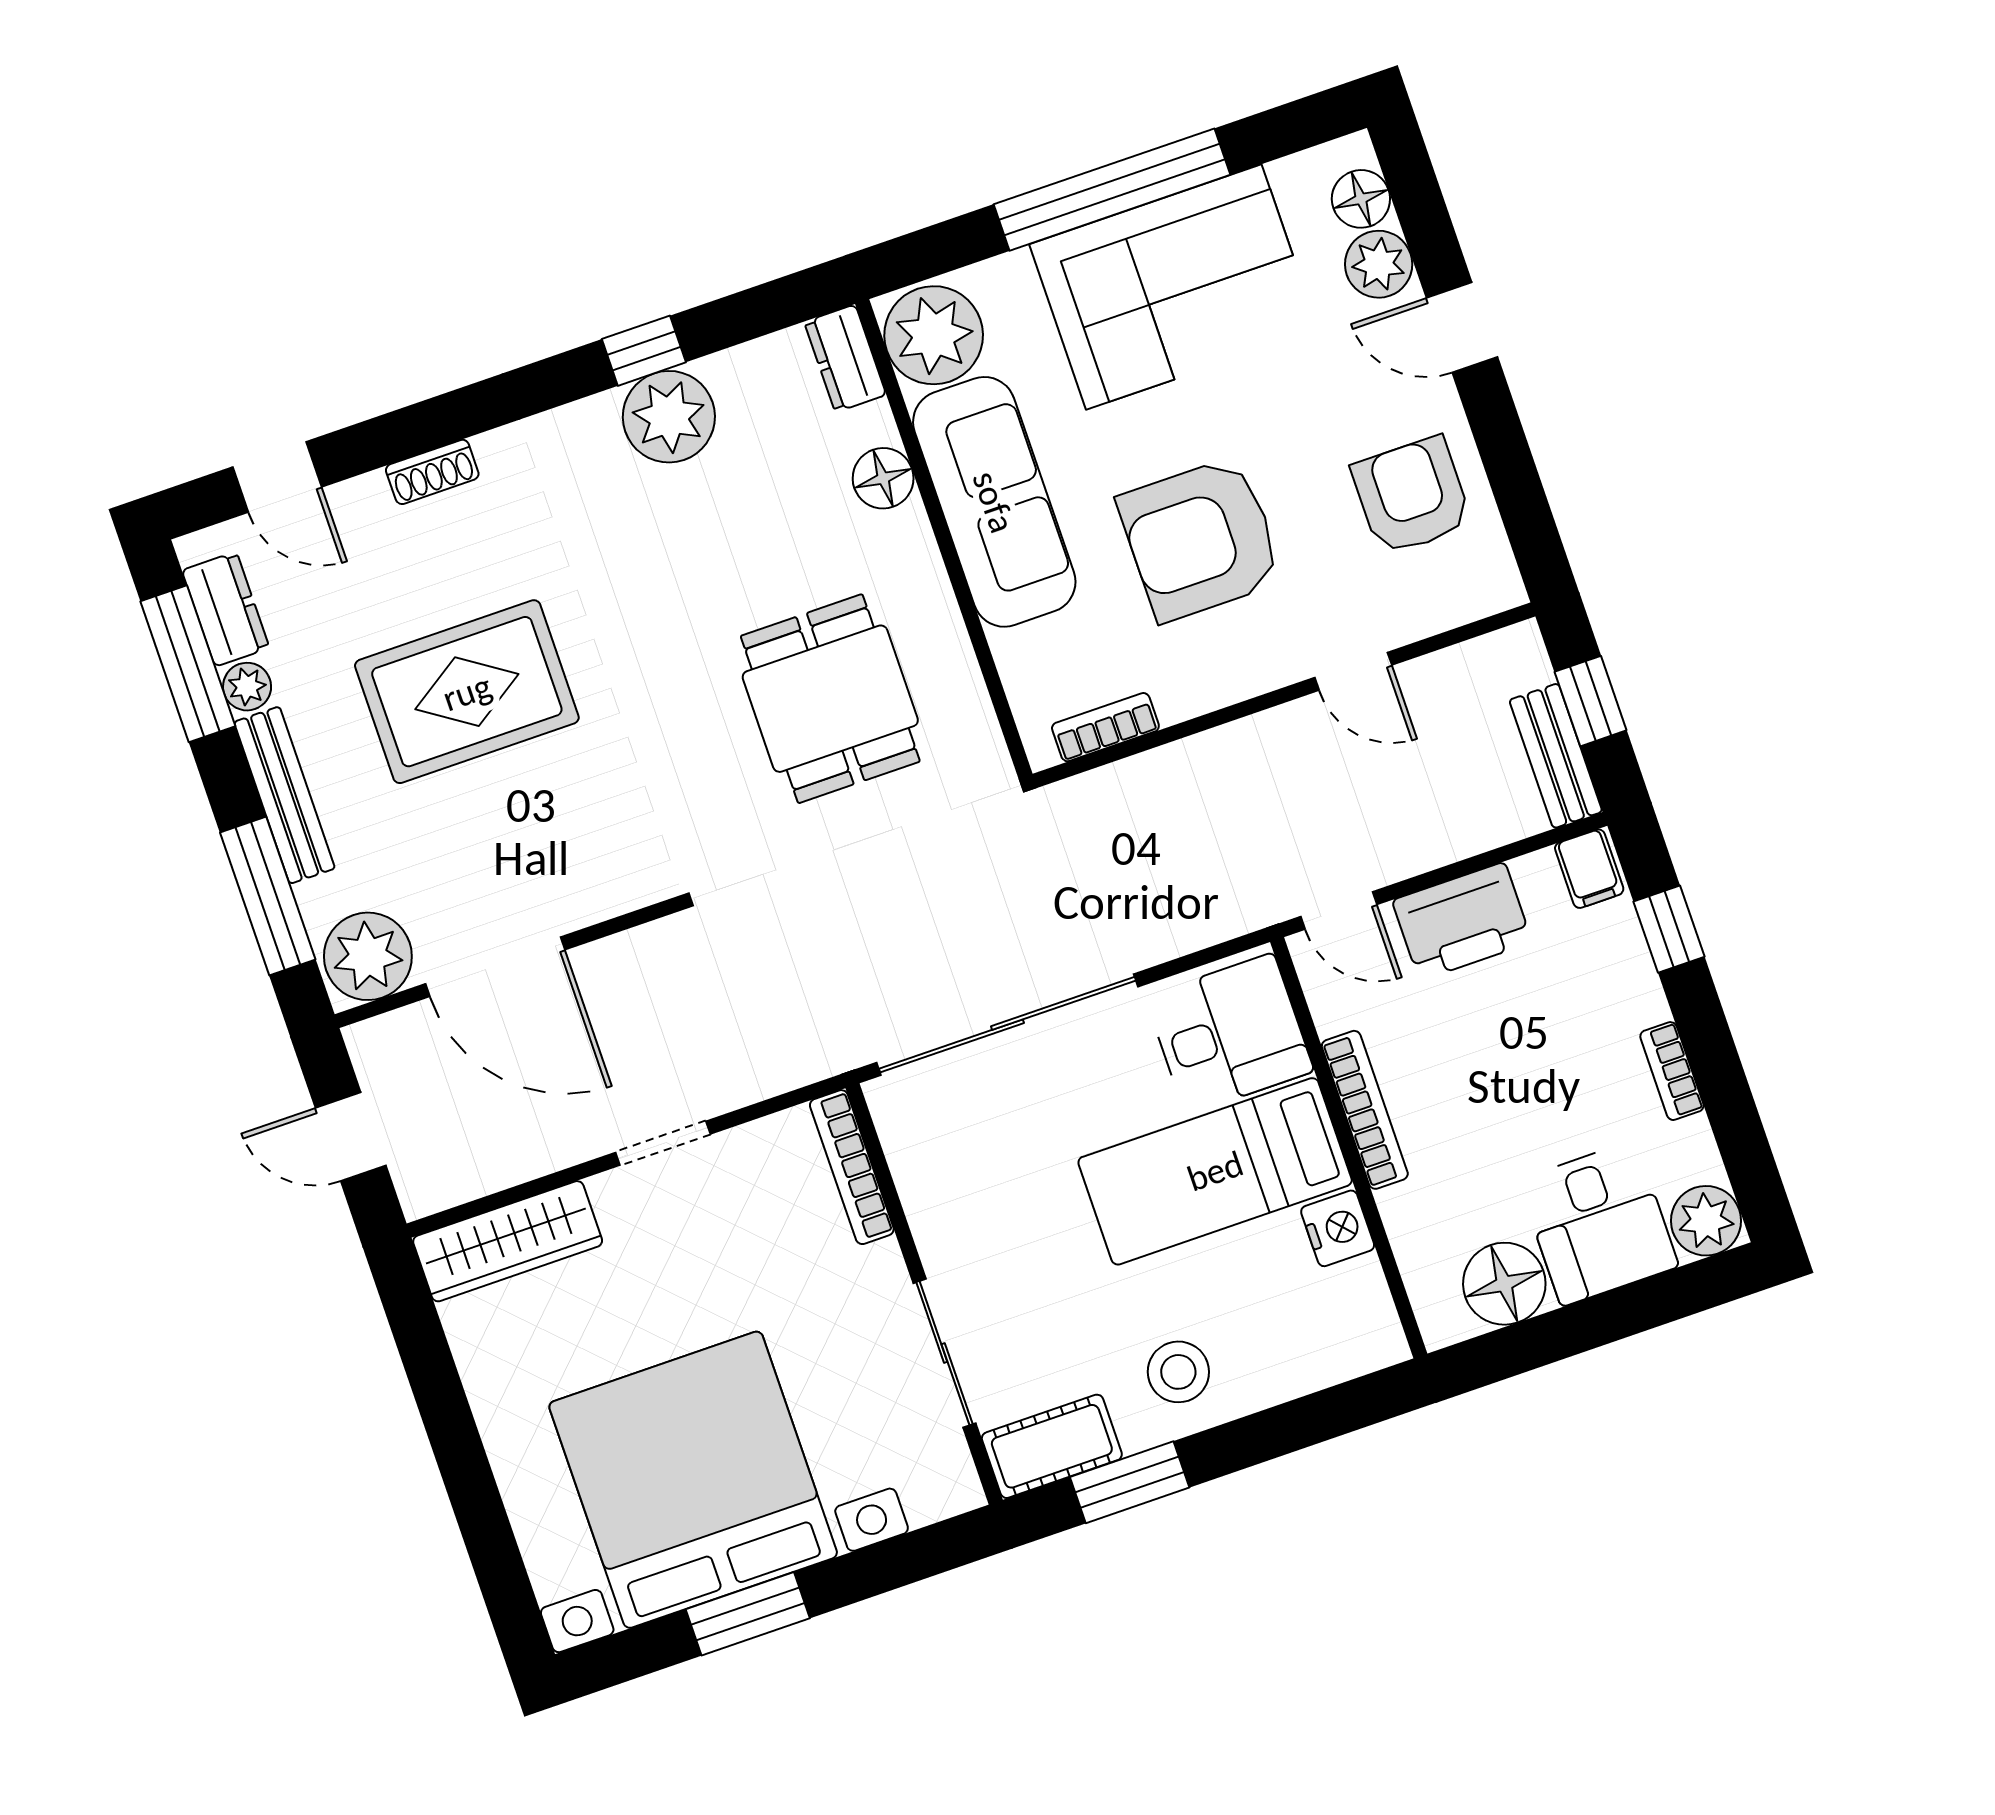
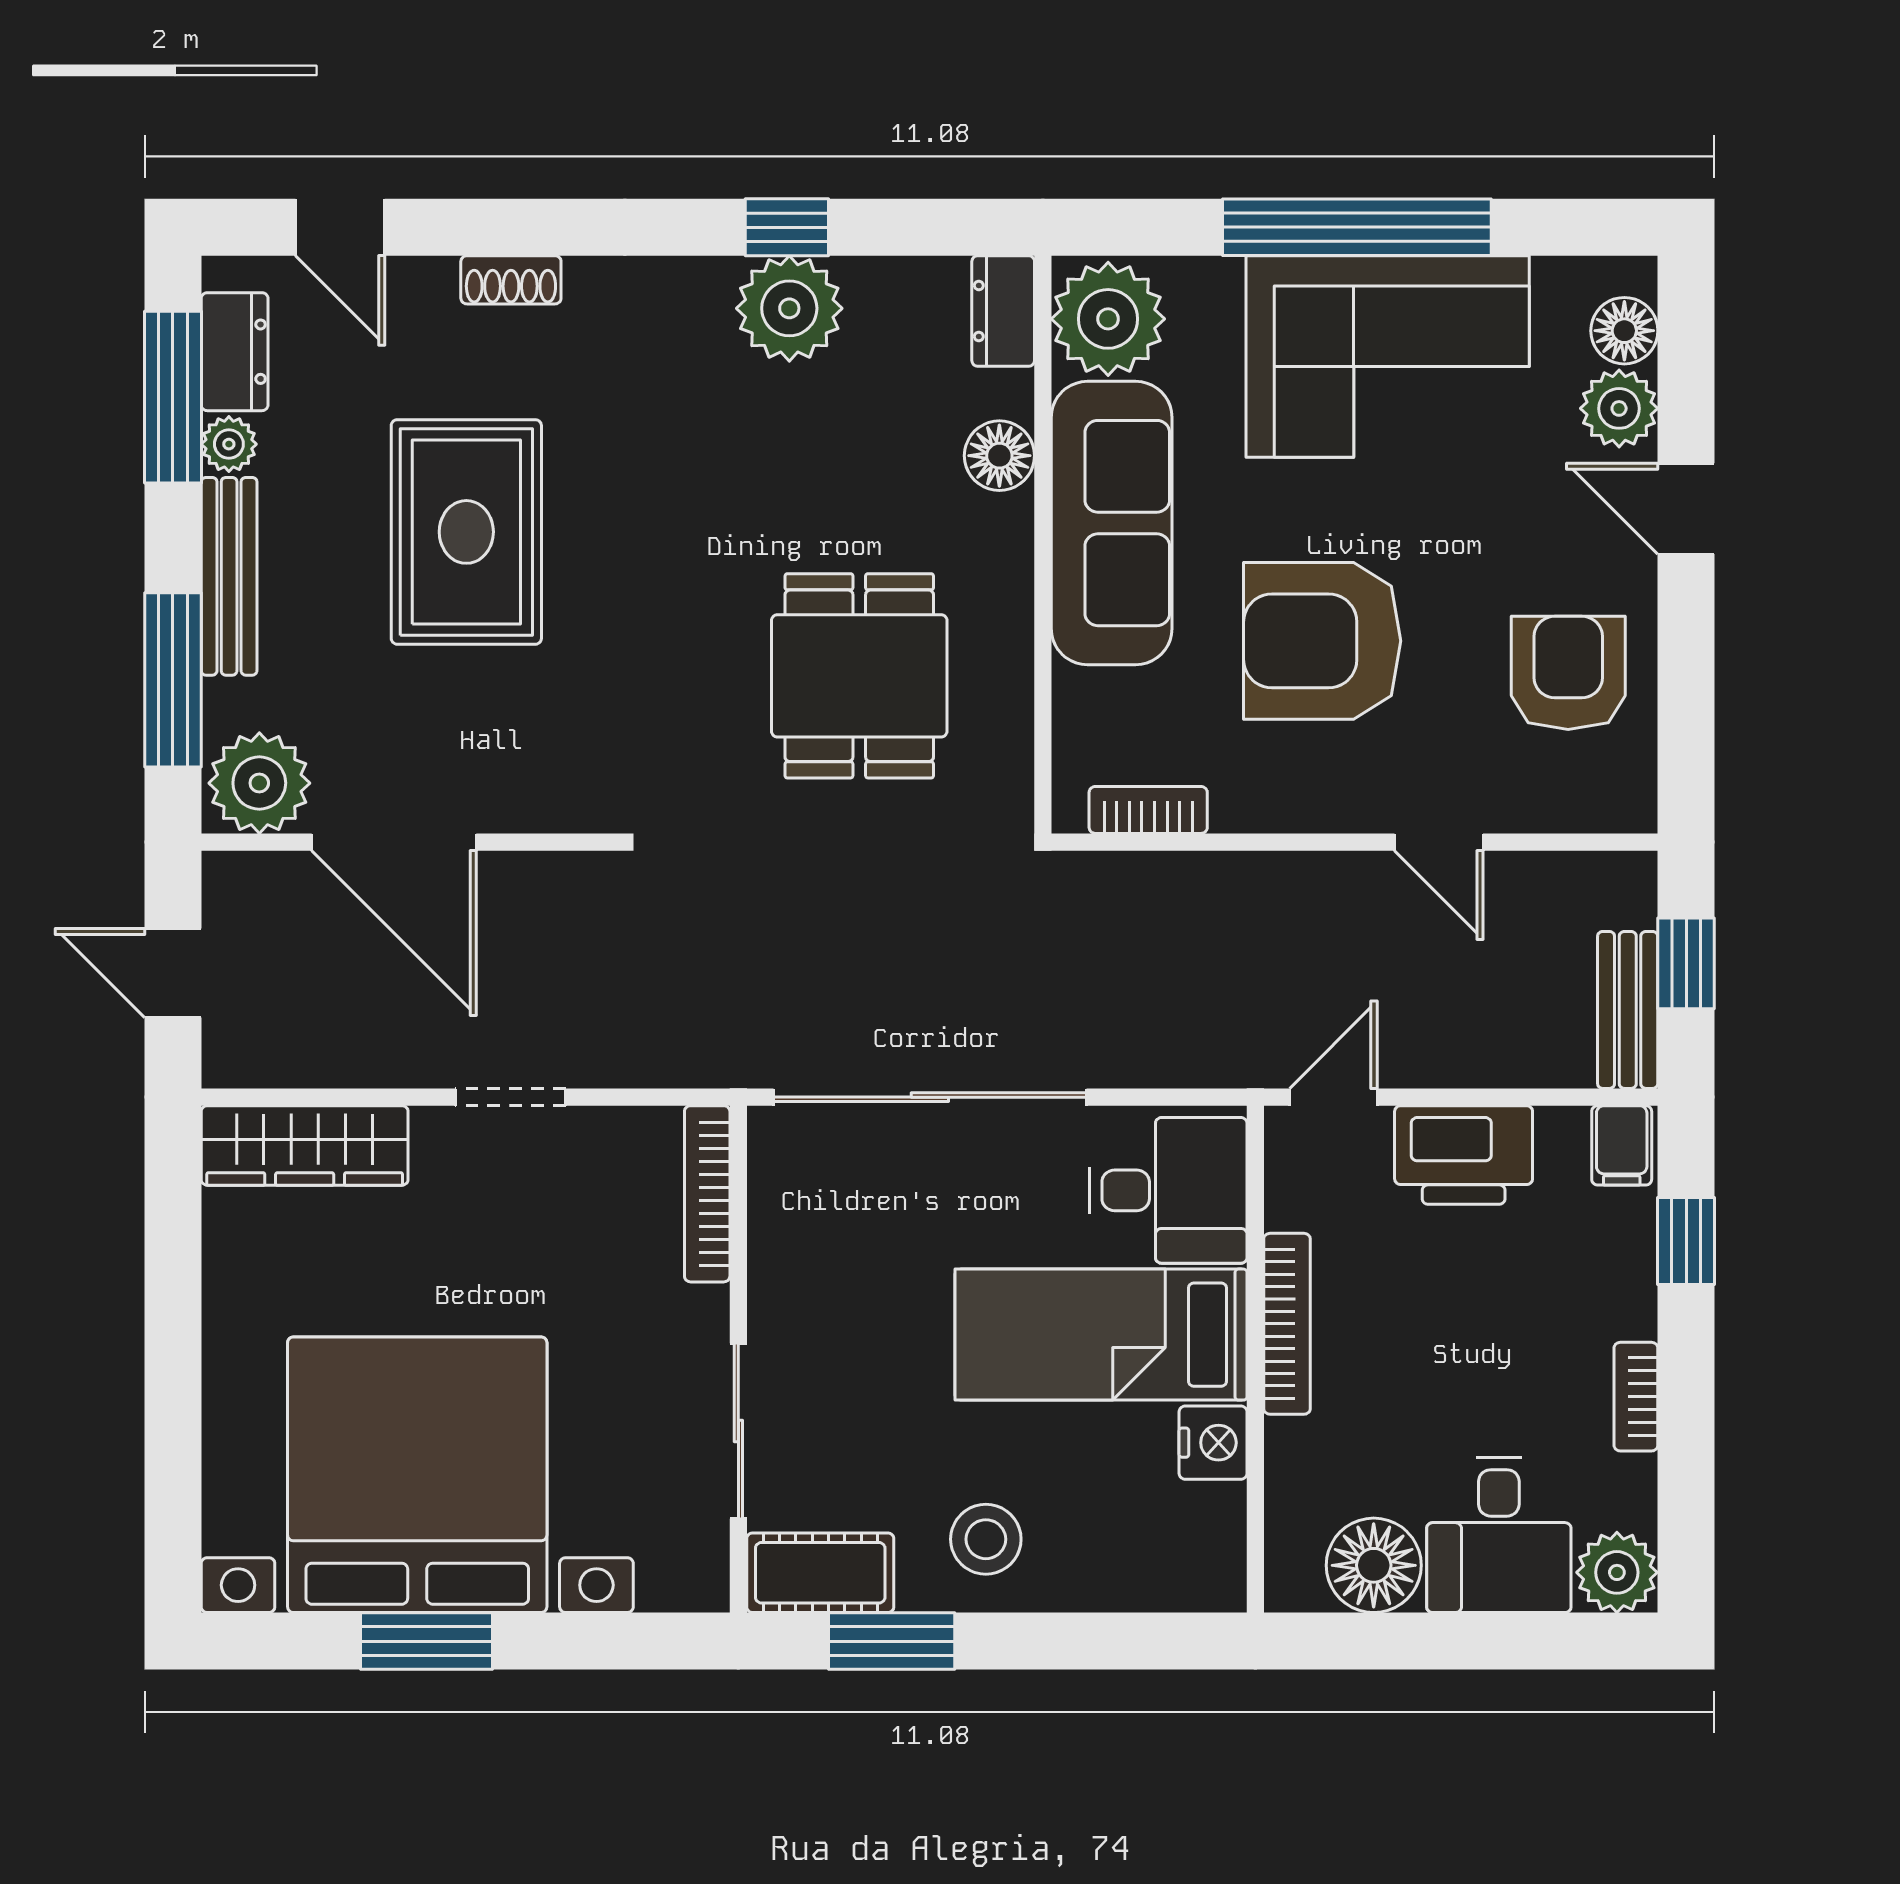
rug: (467, 692) -> (466, 532), turned 90
door: (1339, 911) -> (1333, 1097), swing flipped

